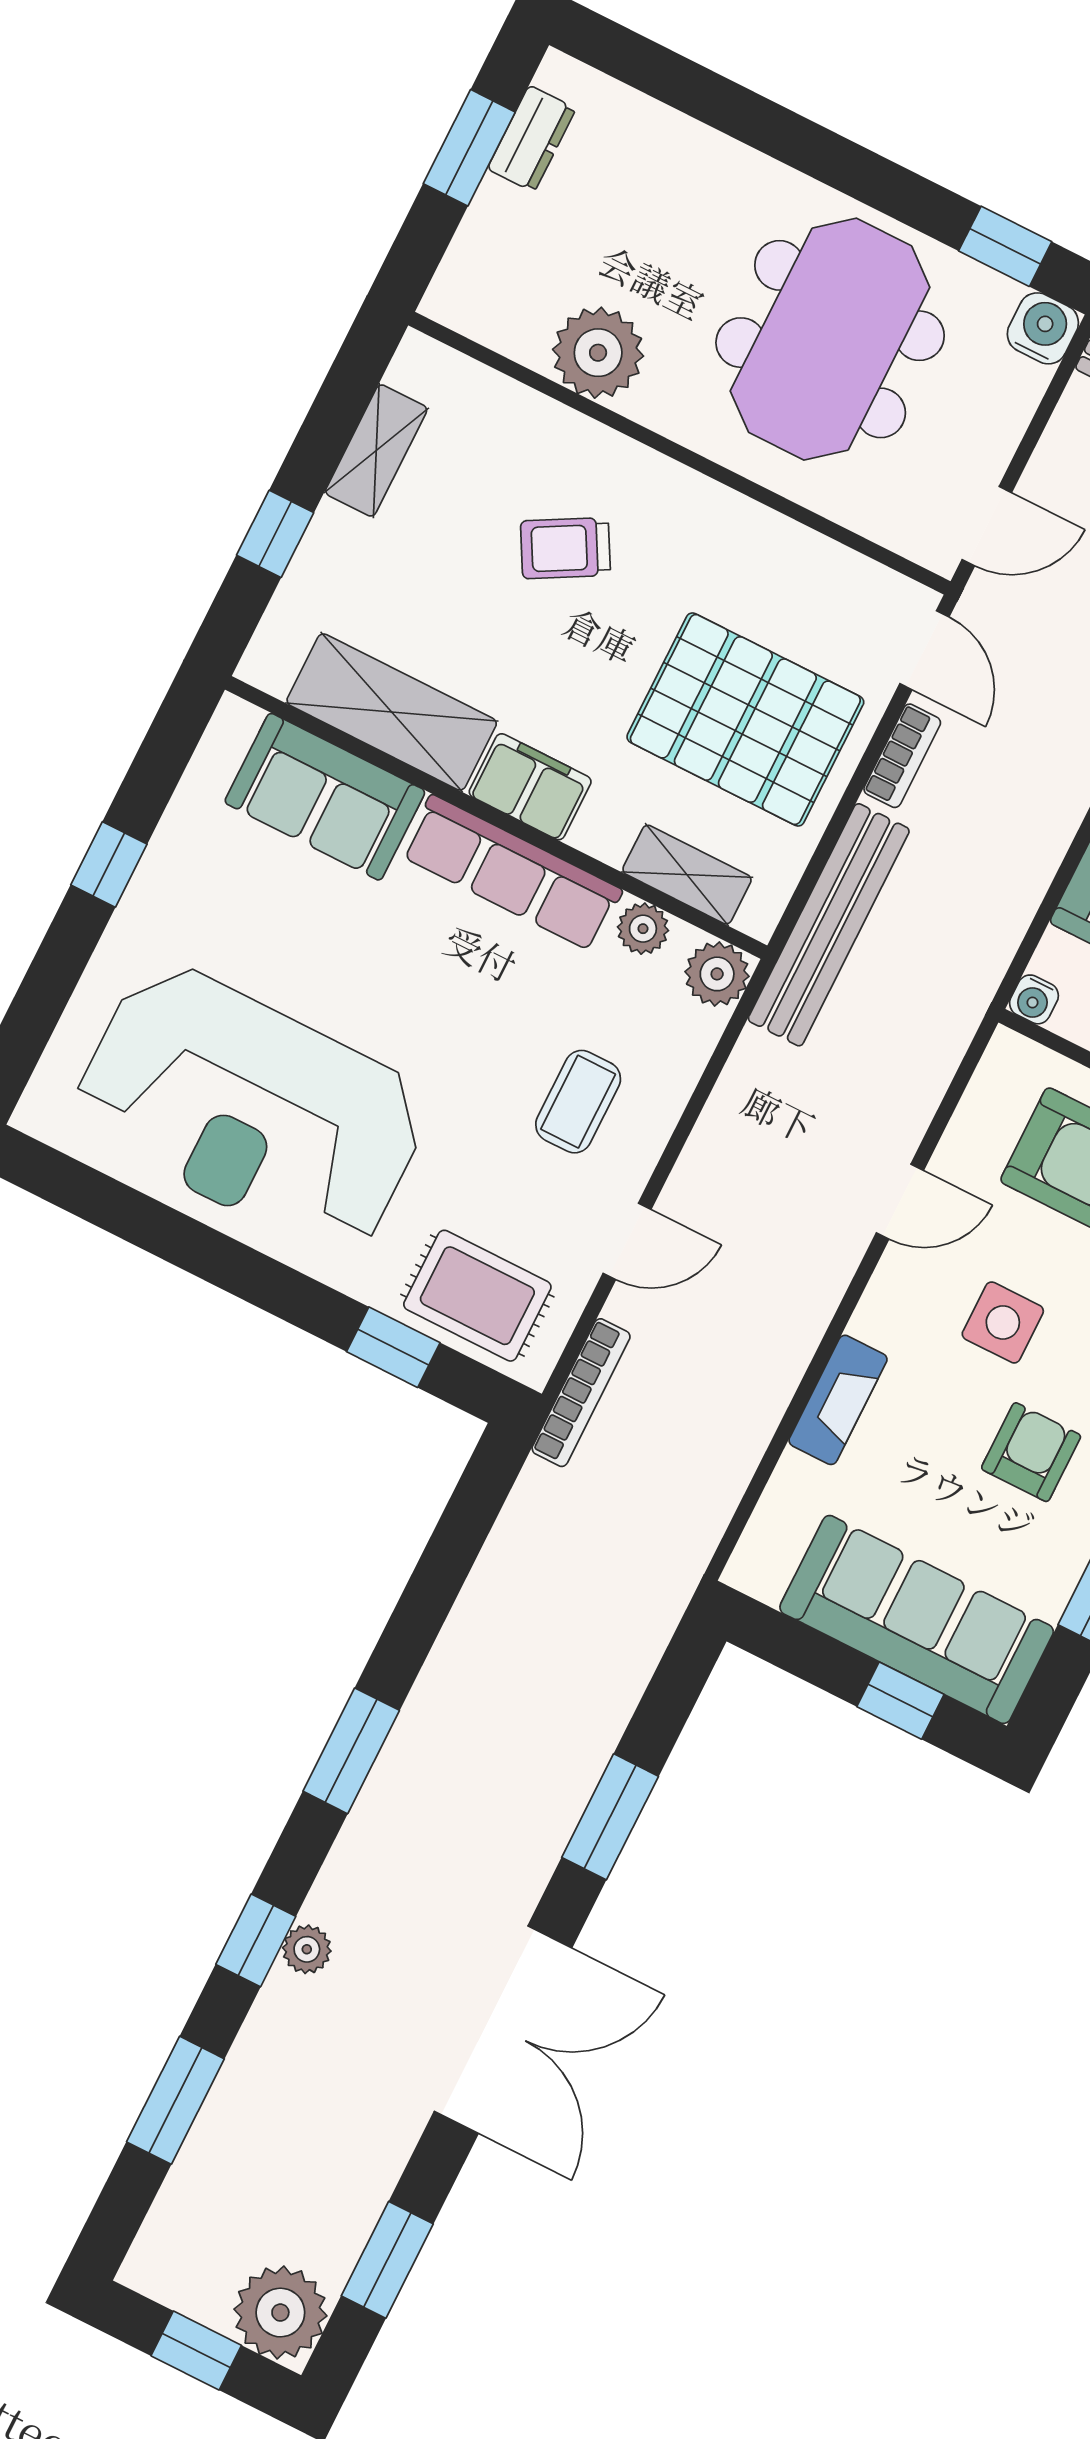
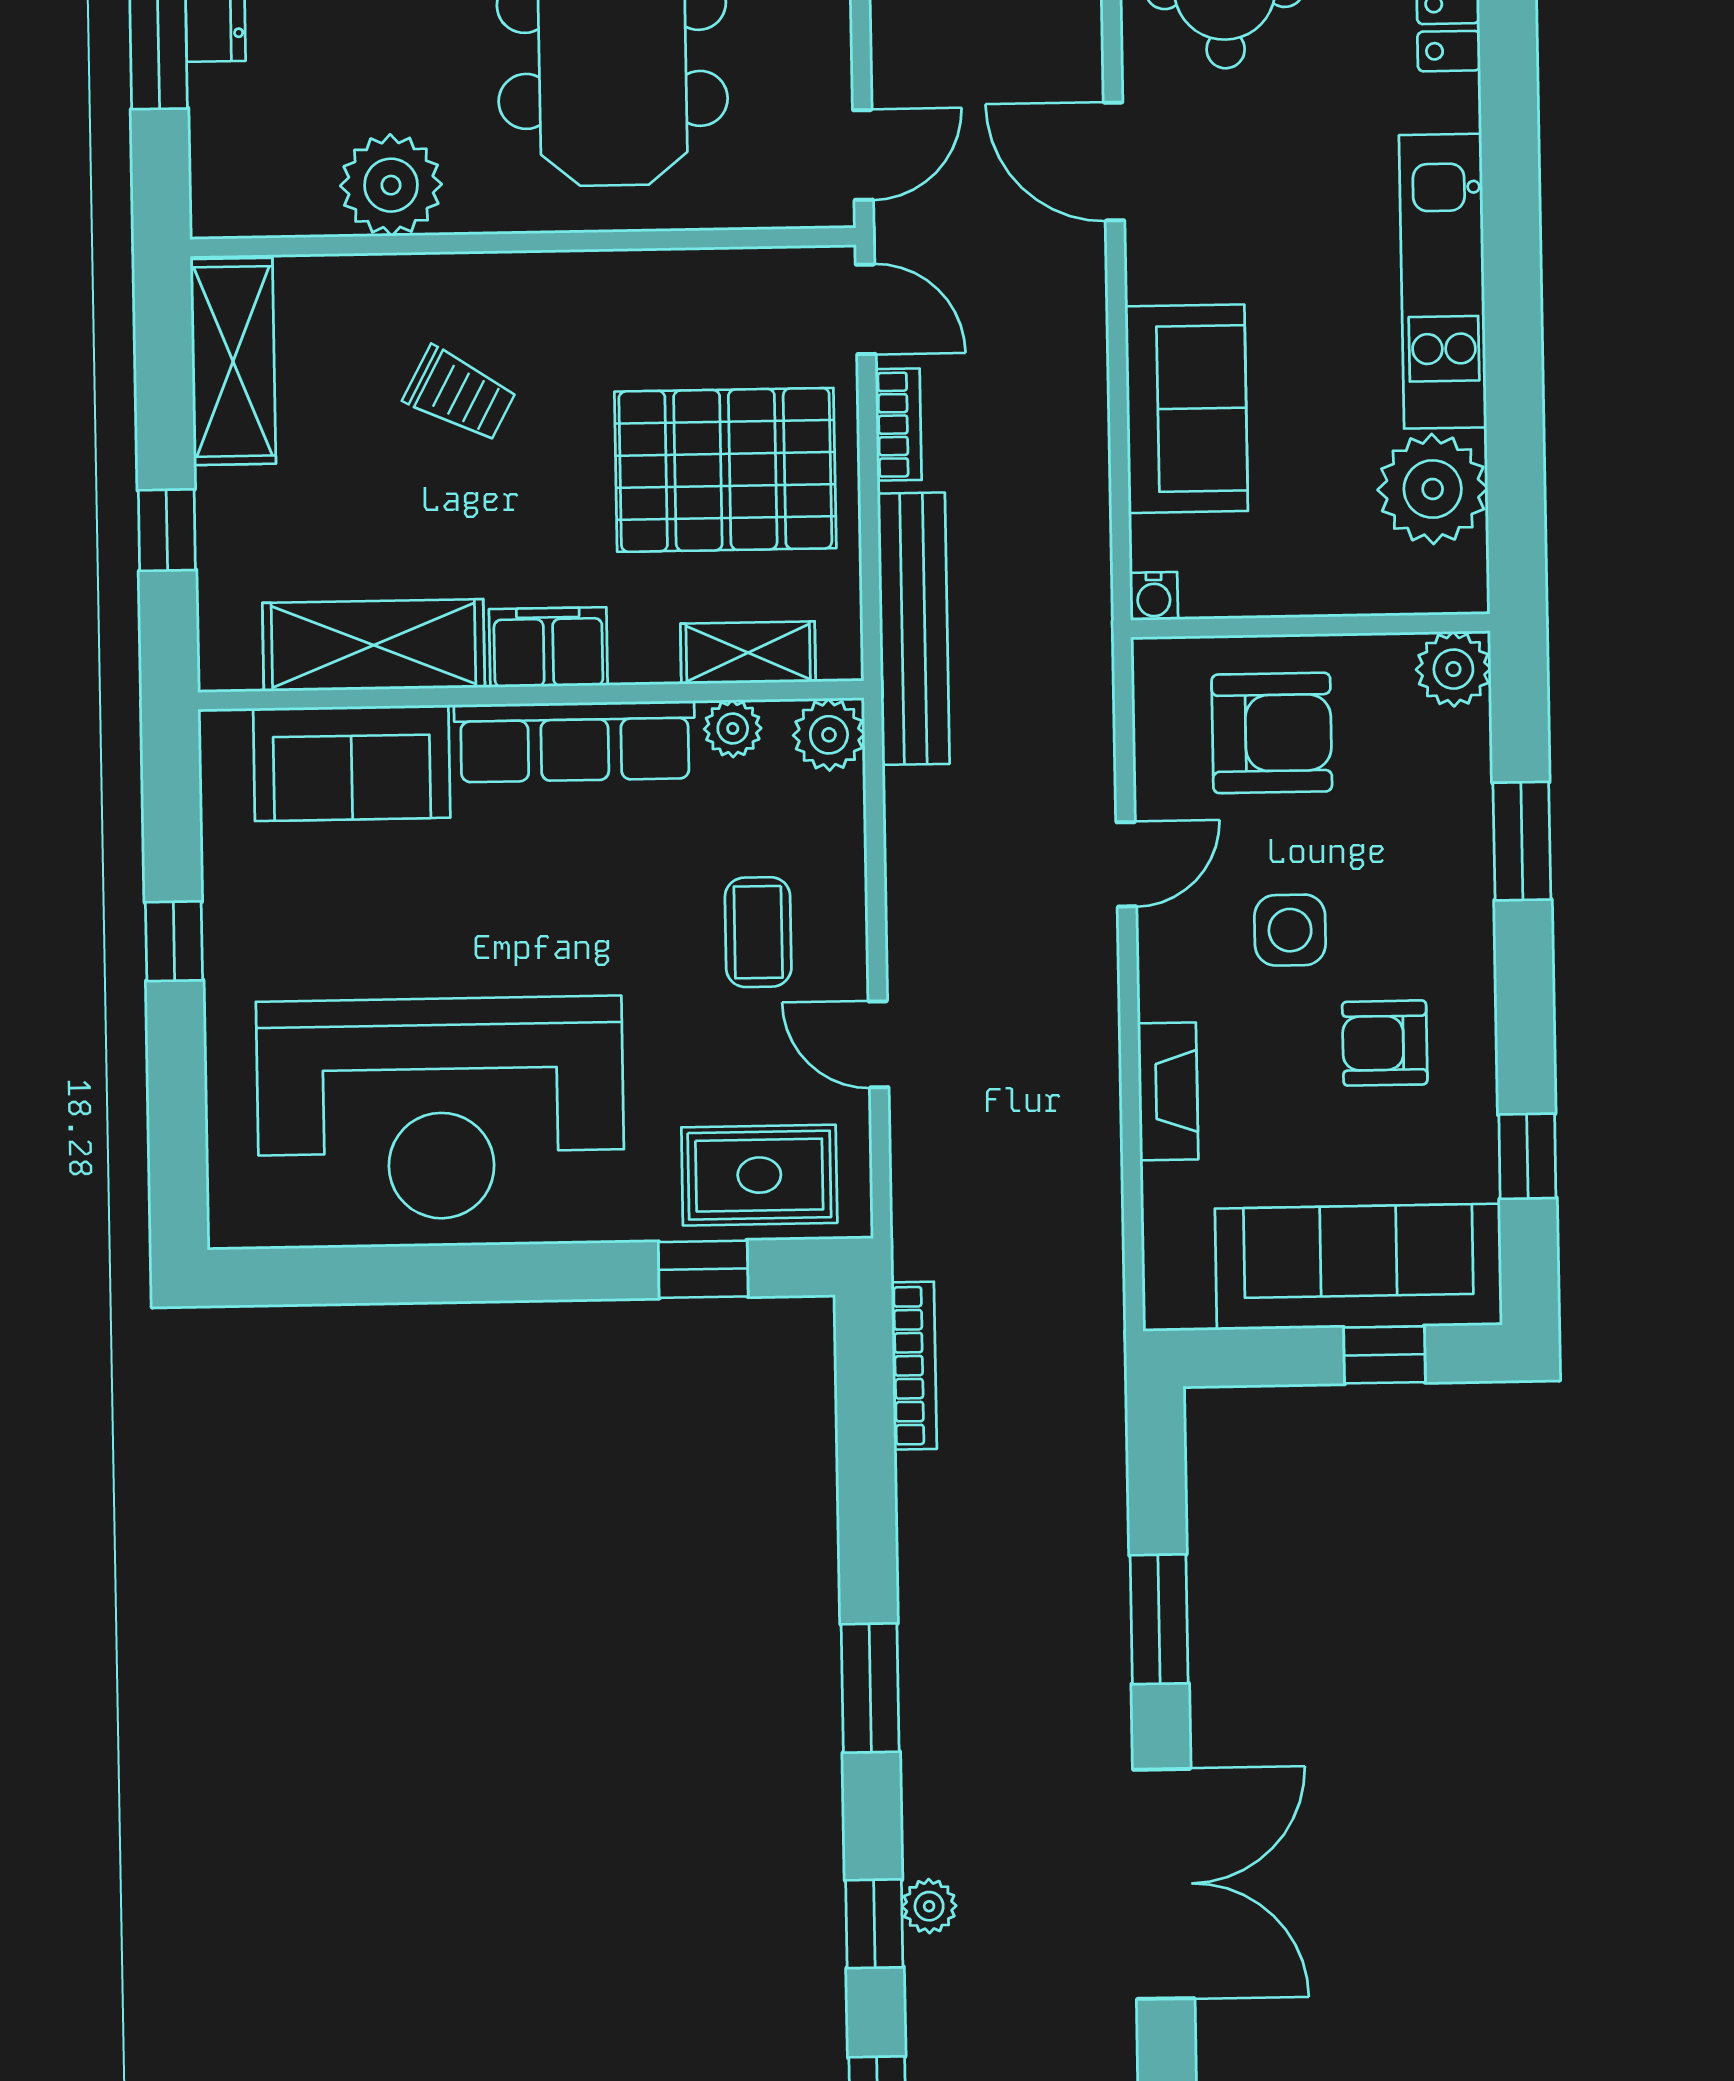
shelving: (376, 450) -> (233, 361), width x1.50, depth x1.33
trolley: (565, 548) -> (460, 394), turned -123
door: (627, 1241) -> (879, 1044), swing flipped
bookcase: (581, 1393) -> (914, 1366), moved
armchair: (1031, 1452) -> (1385, 1043), turned -90

